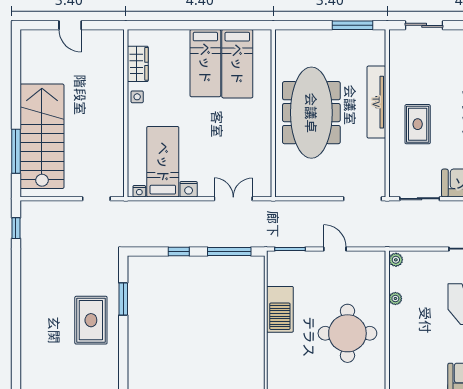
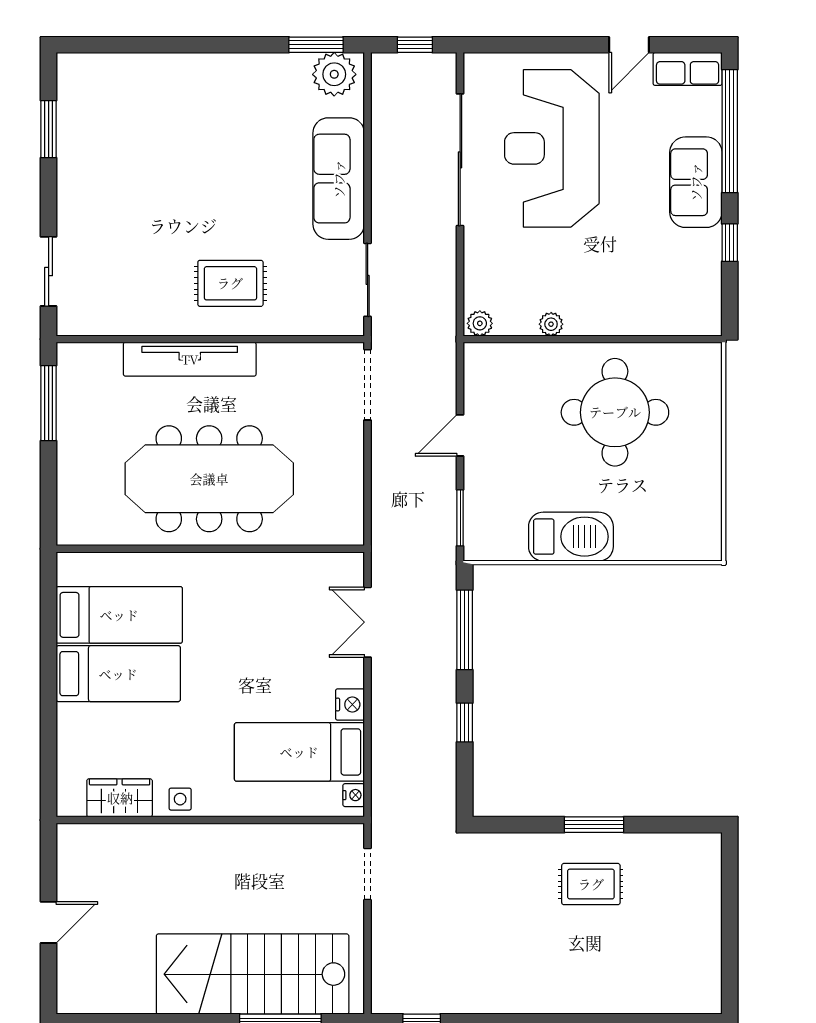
window: (123, 299) -> (594, 825), moved
rug: (91, 320) -> (591, 884), width x0.73, depth x0.70

